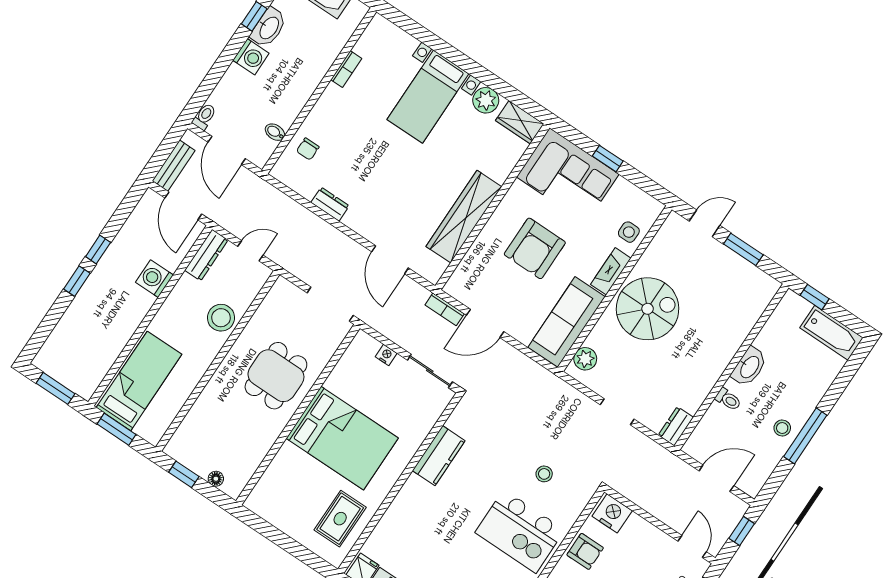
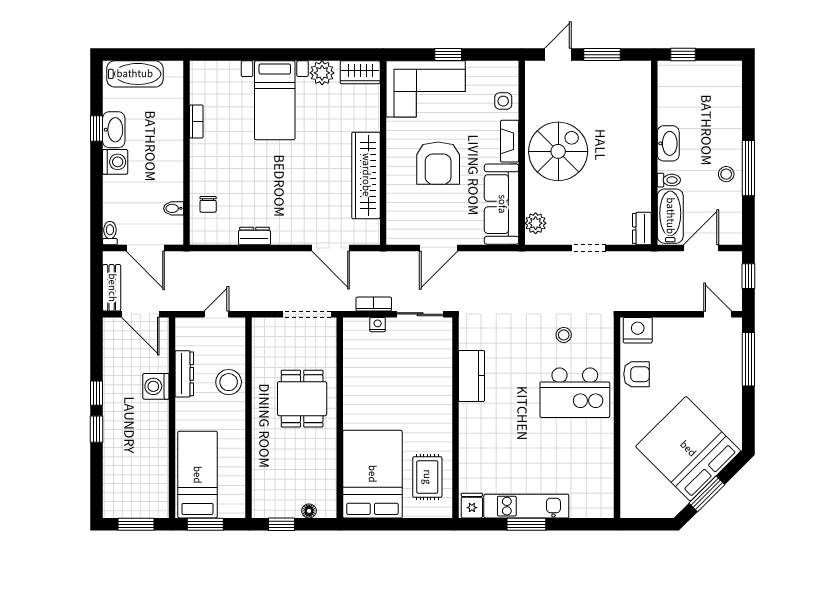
dresser: (206, 255) -> (184, 374), moved
bookcase: (445, 309) -> (374, 304), moved, turned 180
bathtub: (831, 333) -> (670, 216), moved, turned -90
bed: (342, 438) -> (372, 474), moved, turned -90

